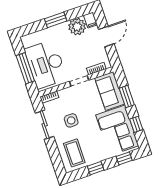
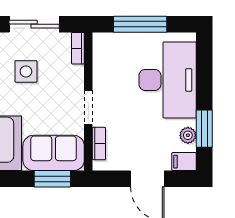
window: (56, 20) -> (204, 129), moved
plant: (77, 27) -> (188, 135), width x0.53, depth x0.53
desk: (46, 64) -> (168, 80), moved, turned 90
window: (127, 96) -> (52, 179), moved

